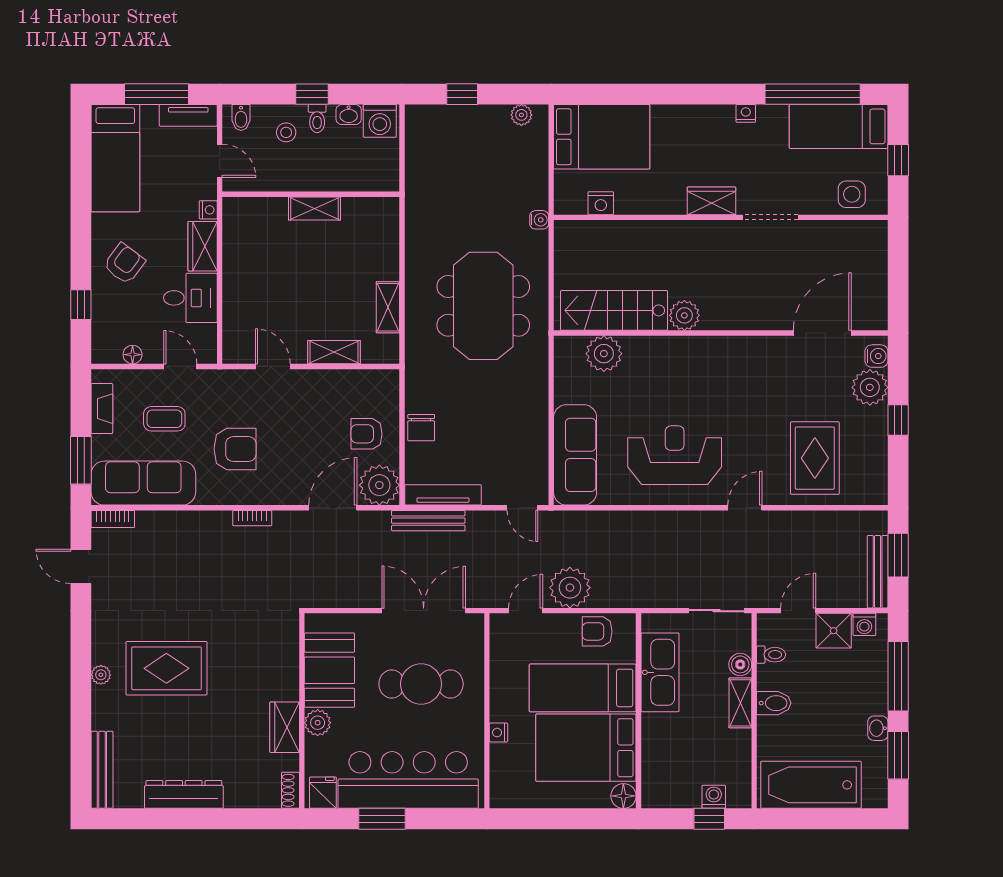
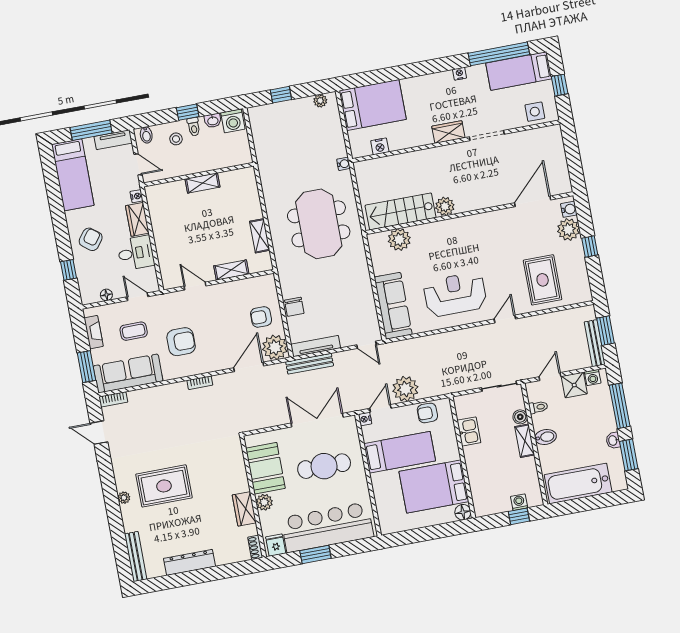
kitchen sink: (660, 672) -> (469, 431), width x0.53, depth x0.81
bed: (583, 688) -> (400, 452), moved, turned 180
nightstand: (498, 733) -> (365, 419), moved

